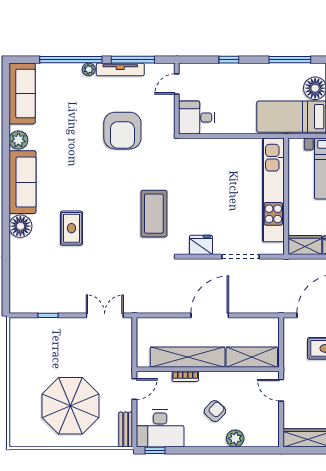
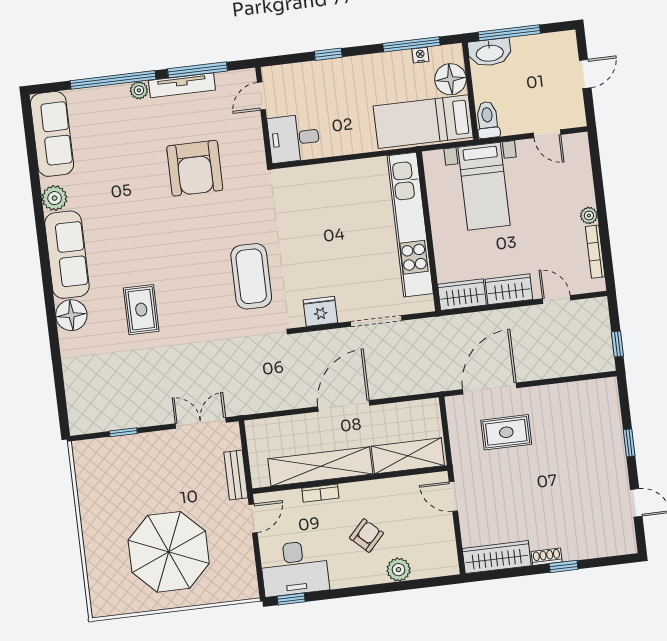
nightstand: (295, 68) -> (420, 55), added
bench: (126, 430) -> (236, 475), moved

